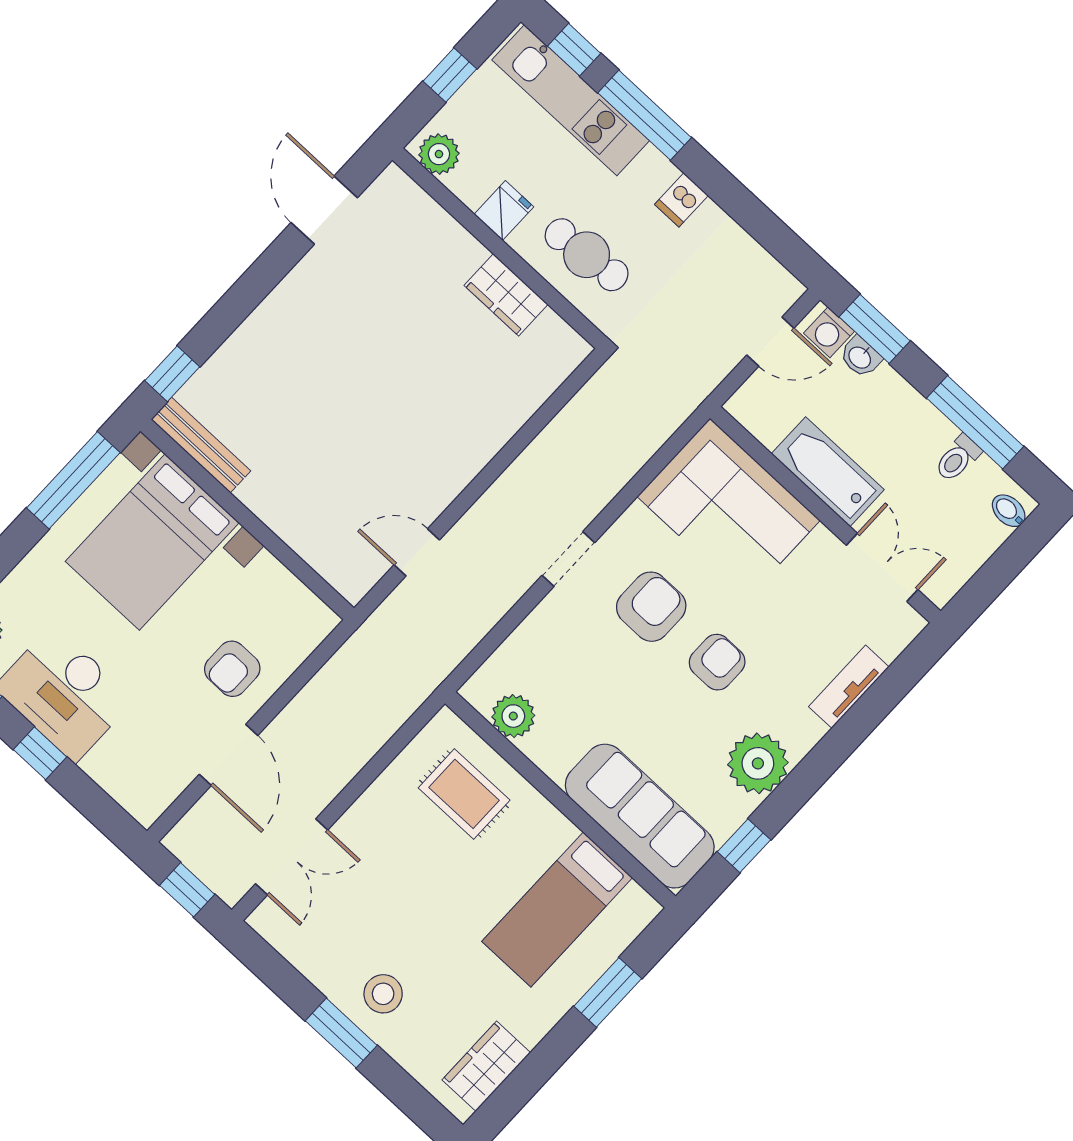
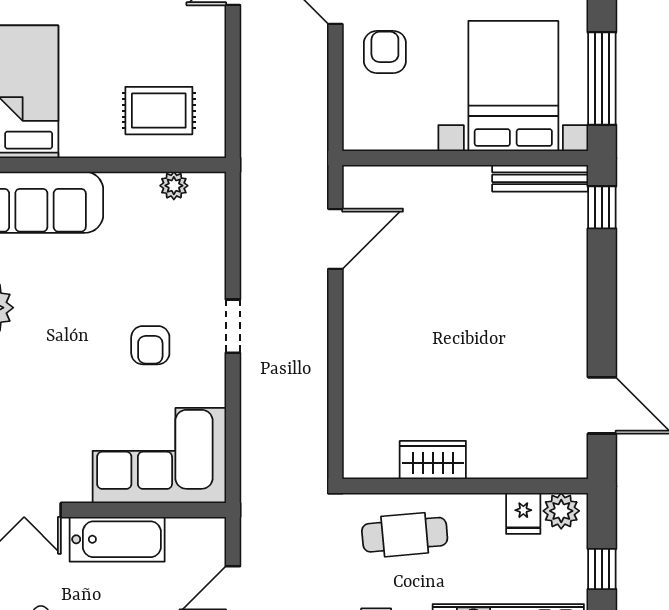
fridge: (504, 211) -> (523, 513), moved
door: (417, 552) -> (335, 239), width x1.38
armchair: (651, 607) -> (150, 345), width x0.72, depth x0.72
armchair: (717, 662) -> (74, 349), removed
plant: (513, 716) -> (174, 186), width x0.73, depth x0.73

